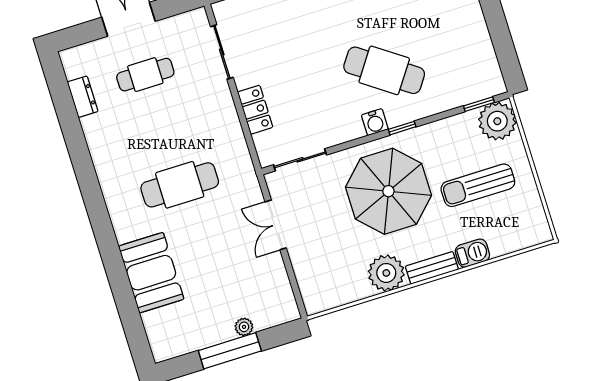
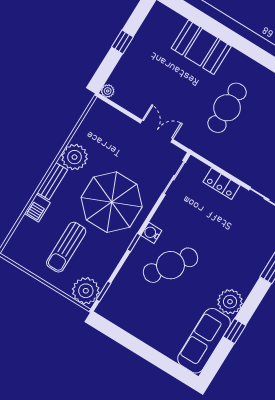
sun lounger: (478, 185) -> (66, 247), turned 180
plant: (244, 327) -> (108, 91), moved
window: (230, 351) -> (122, 42), width x0.46

